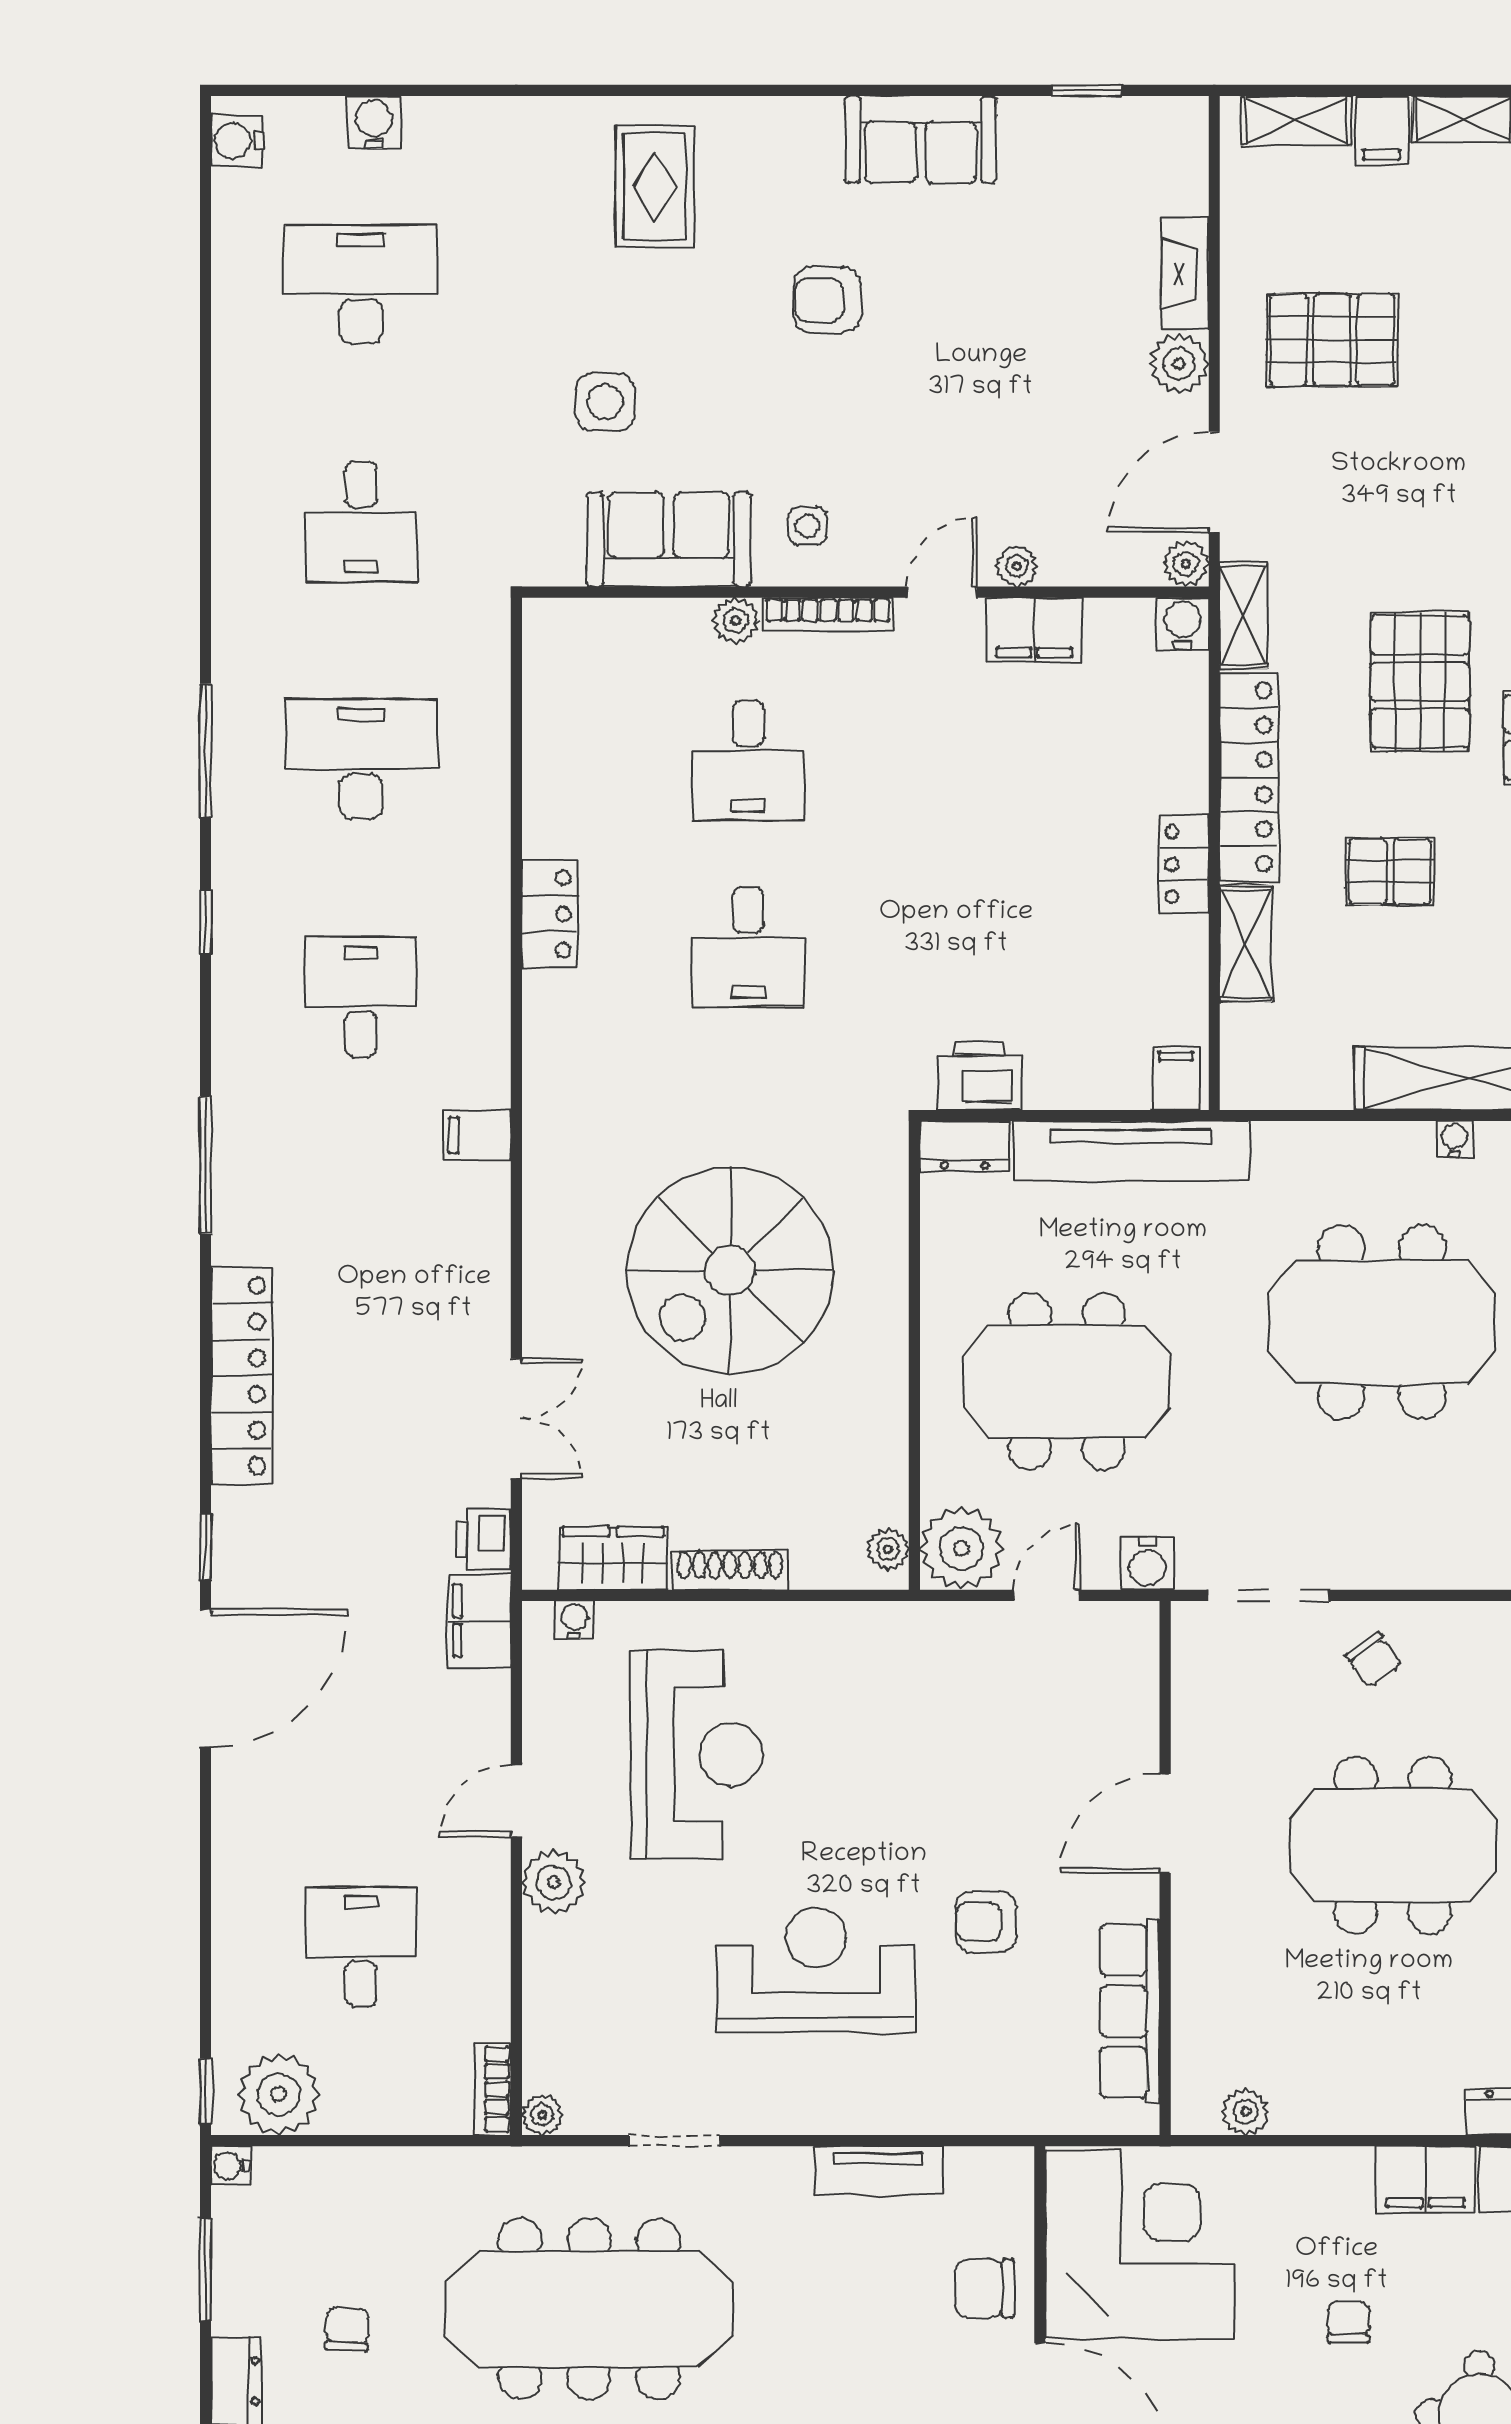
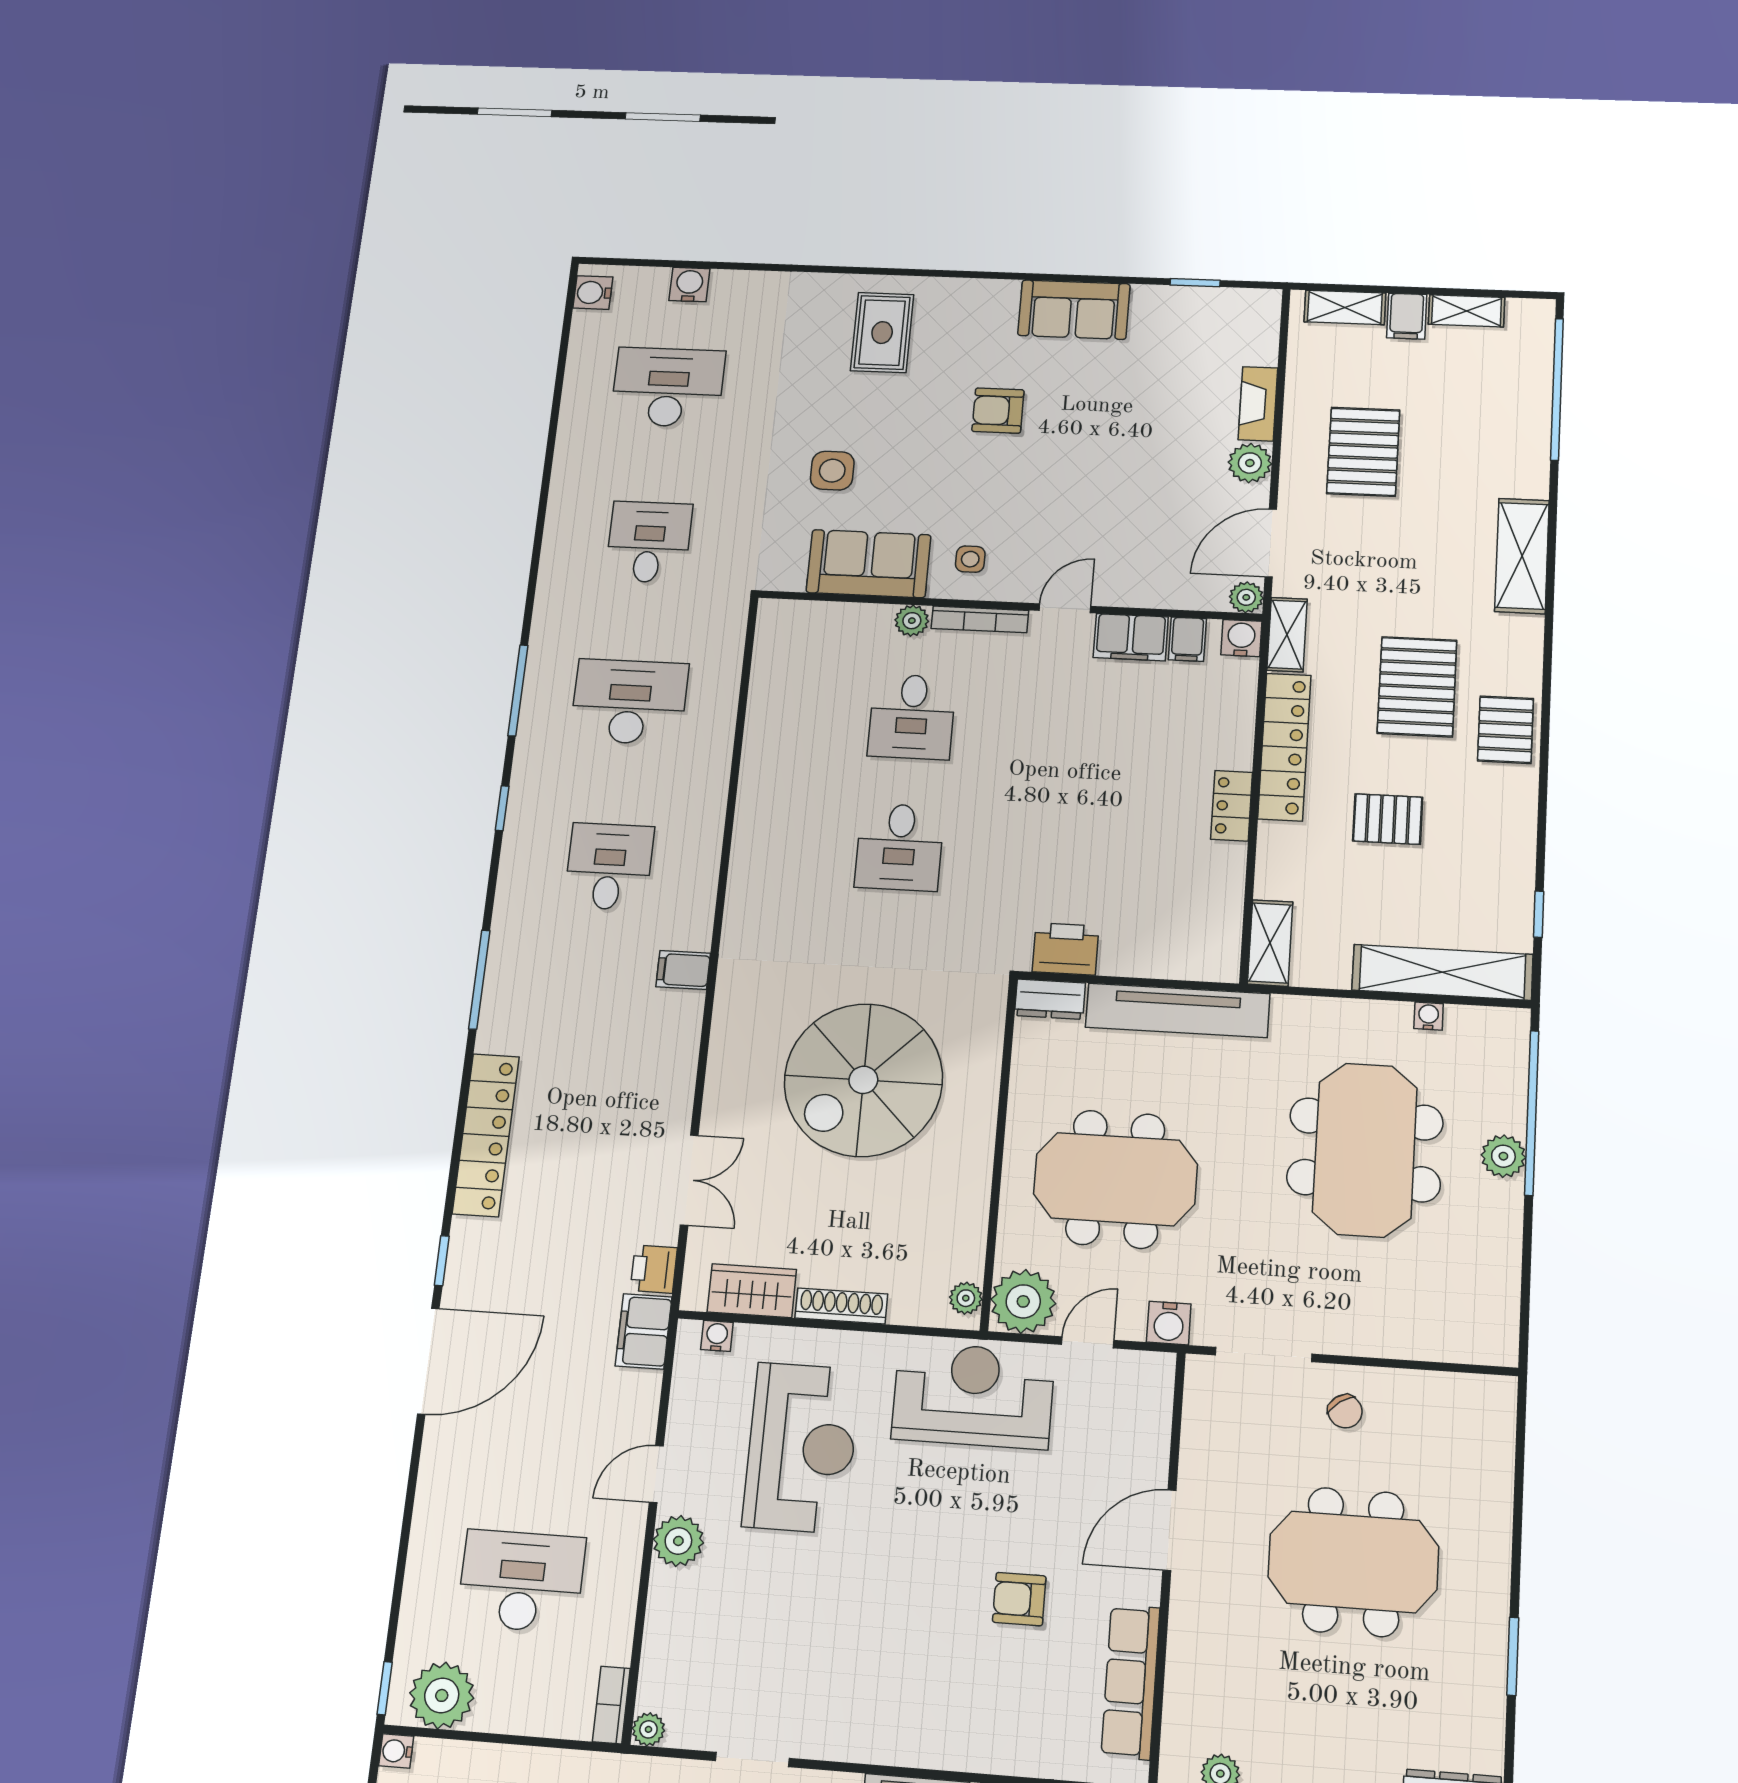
pallet: (1332, 340) -> (1363, 452), turned 90
desk: (361, 522) -> (649, 542), turned 180
plant: (1017, 566) -> (1121, 593), removed
locker: (549, 914) -> (754, 816), removed
shelving: (1246, 944) -> (1270, 943), moved
filing cabinet: (1176, 1079) -> (1187, 639), moved, turned 180
meeting table: (1382, 1322) -> (1365, 1150), turned 90
desk: (361, 1947) -> (521, 1581), width x1.37
reception desk: (816, 1970) -> (973, 1395), moved

